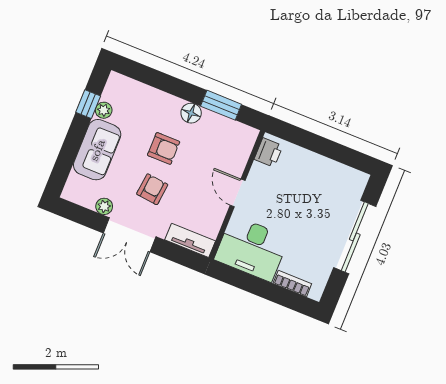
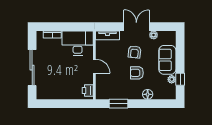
floor lamp: (191, 113) -> (148, 94), moved

